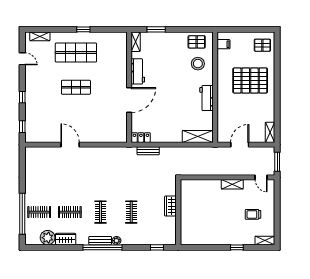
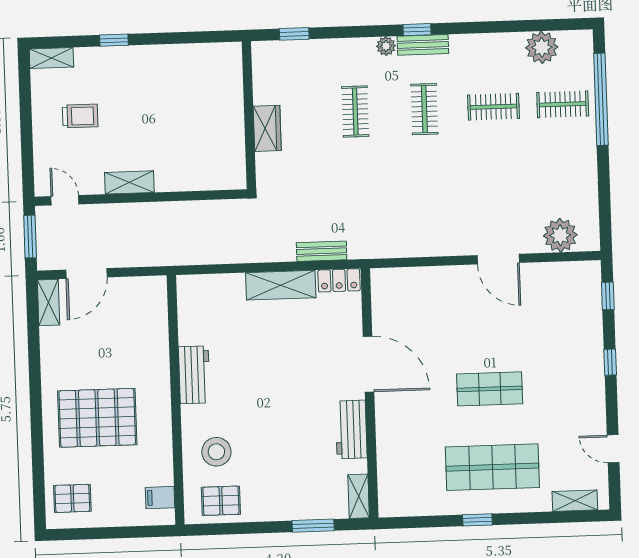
door: (129, 100) -> (369, 364), swing flipped
shelving: (198, 136) -> (281, 285), moved
door: (240, 145) -> (86, 273), moved
plant: (42, 154) -> (560, 235), added
wardrobe: (66, 239) -> (501, 46), removed
window: (103, 247) -> (417, 30), width x0.32

